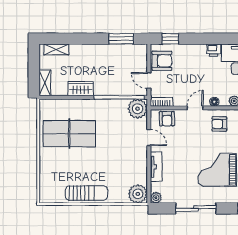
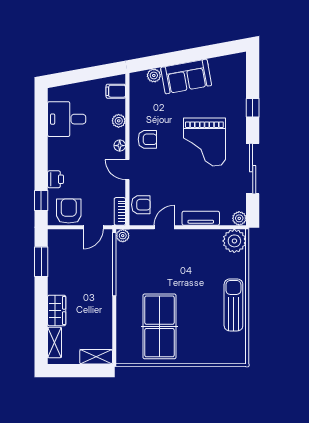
printer: (214, 50) -> (55, 179), moved
wardrobe: (81, 89) -> (57, 310), moved, turned 180
plant: (138, 109) -> (123, 236), width x0.53, depth x0.53
armchair: (219, 124) -> (147, 139), turned -90

